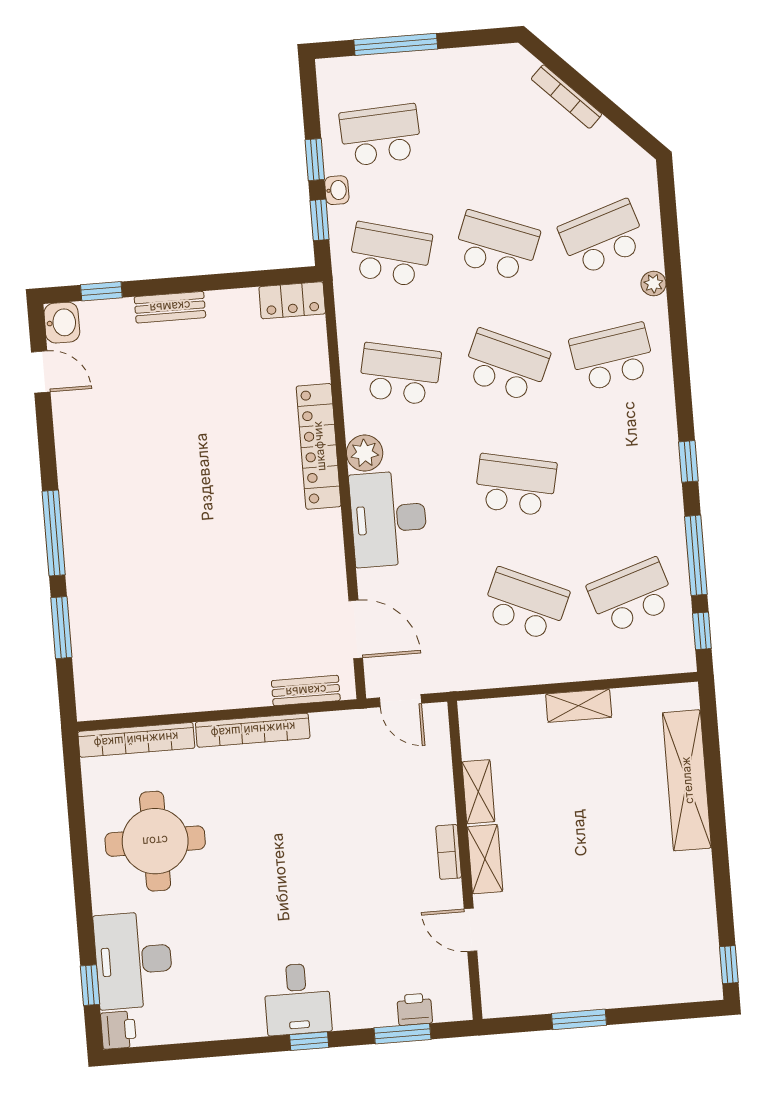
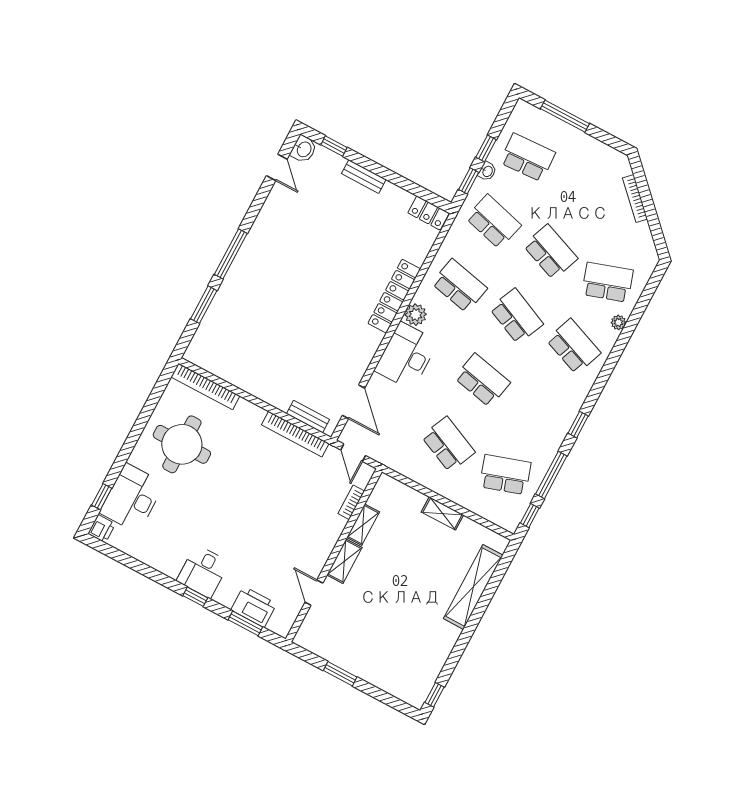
school desk: (612, 357) -> (573, 346), turned 30
bookcase: (253, 730) -> (295, 434), moved
bookcase: (449, 852) -> (351, 502), moved
printer: (415, 1009) -> (254, 607), width x1.87, depth x1.48

